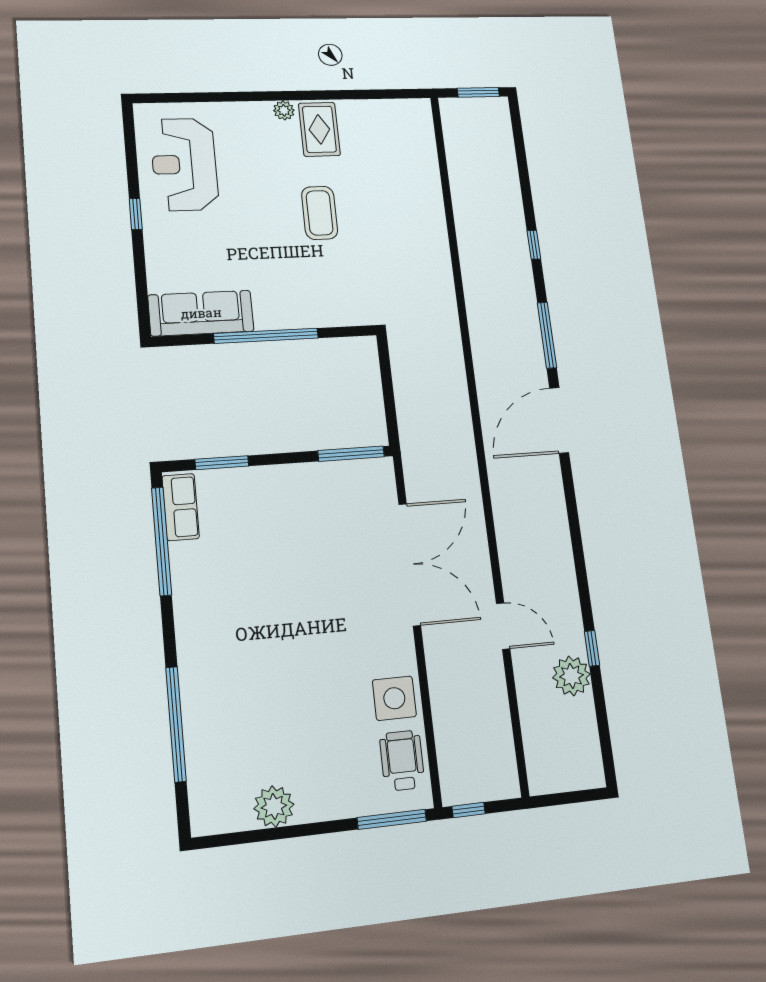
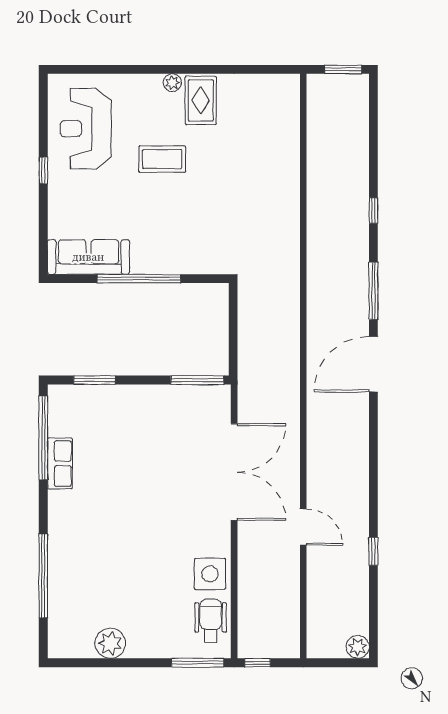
coffee table: (320, 213) -> (162, 159), moved, turned 90
row of seats: (181, 507) -> (60, 463), moved
plant: (571, 676) -> (358, 647), moved, width x0.73, depth x0.73

